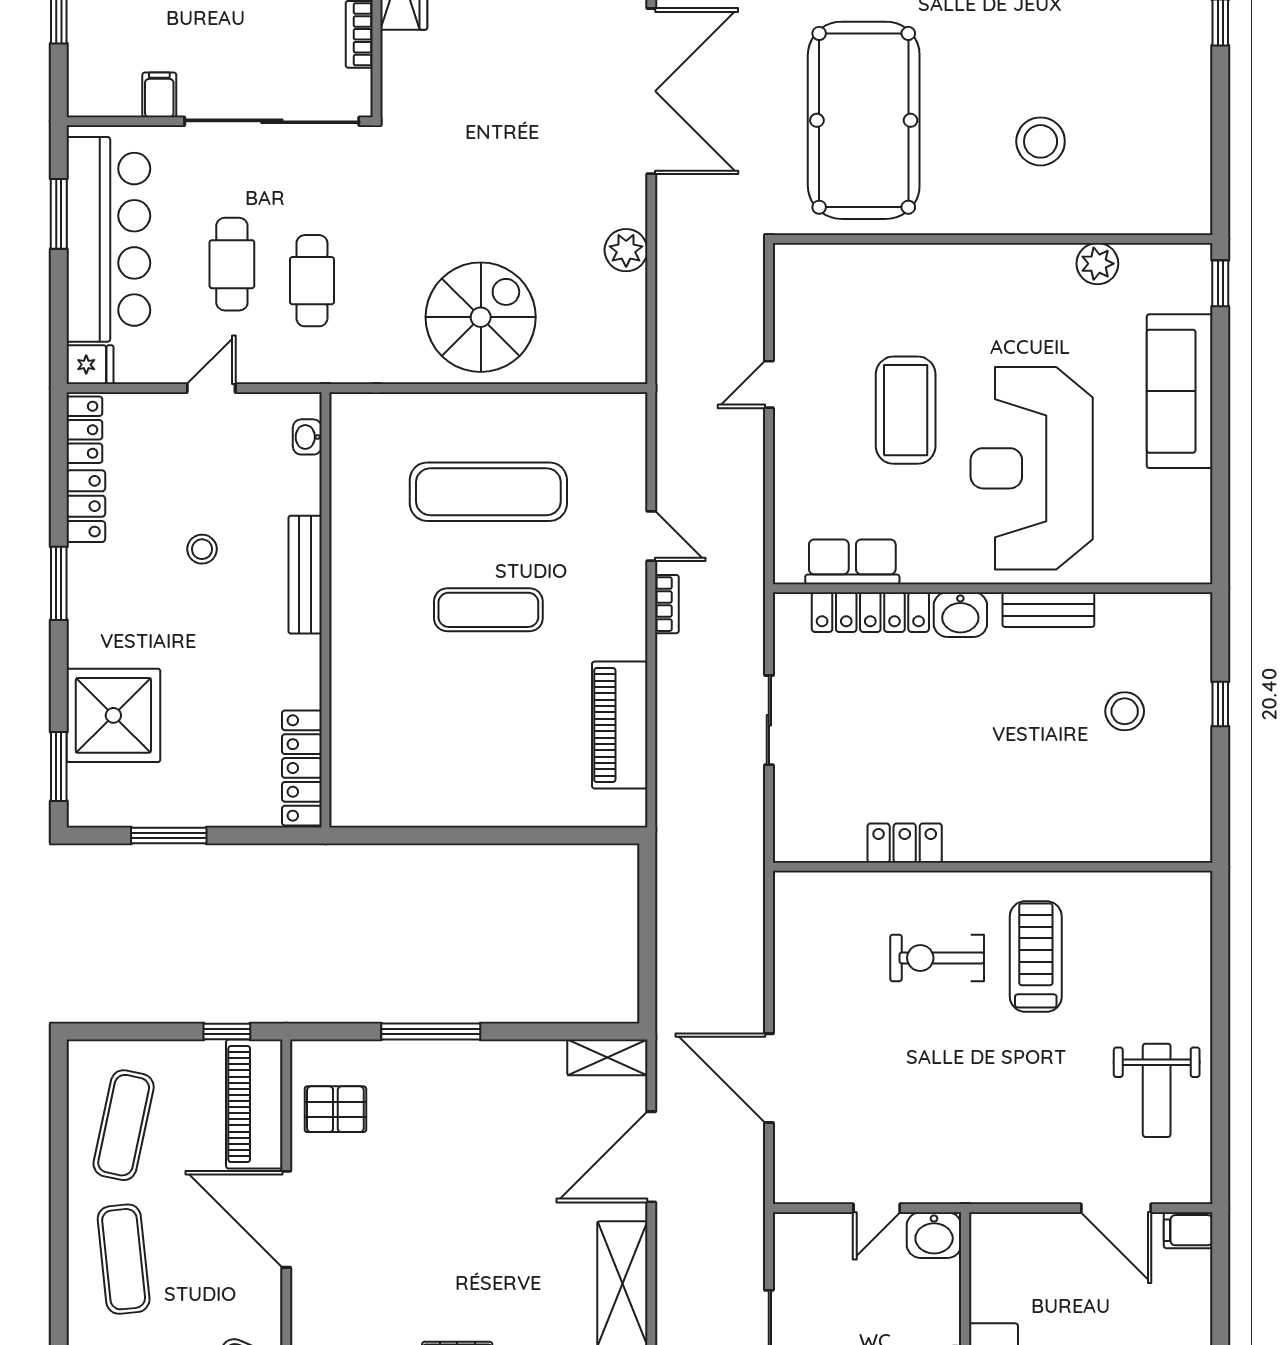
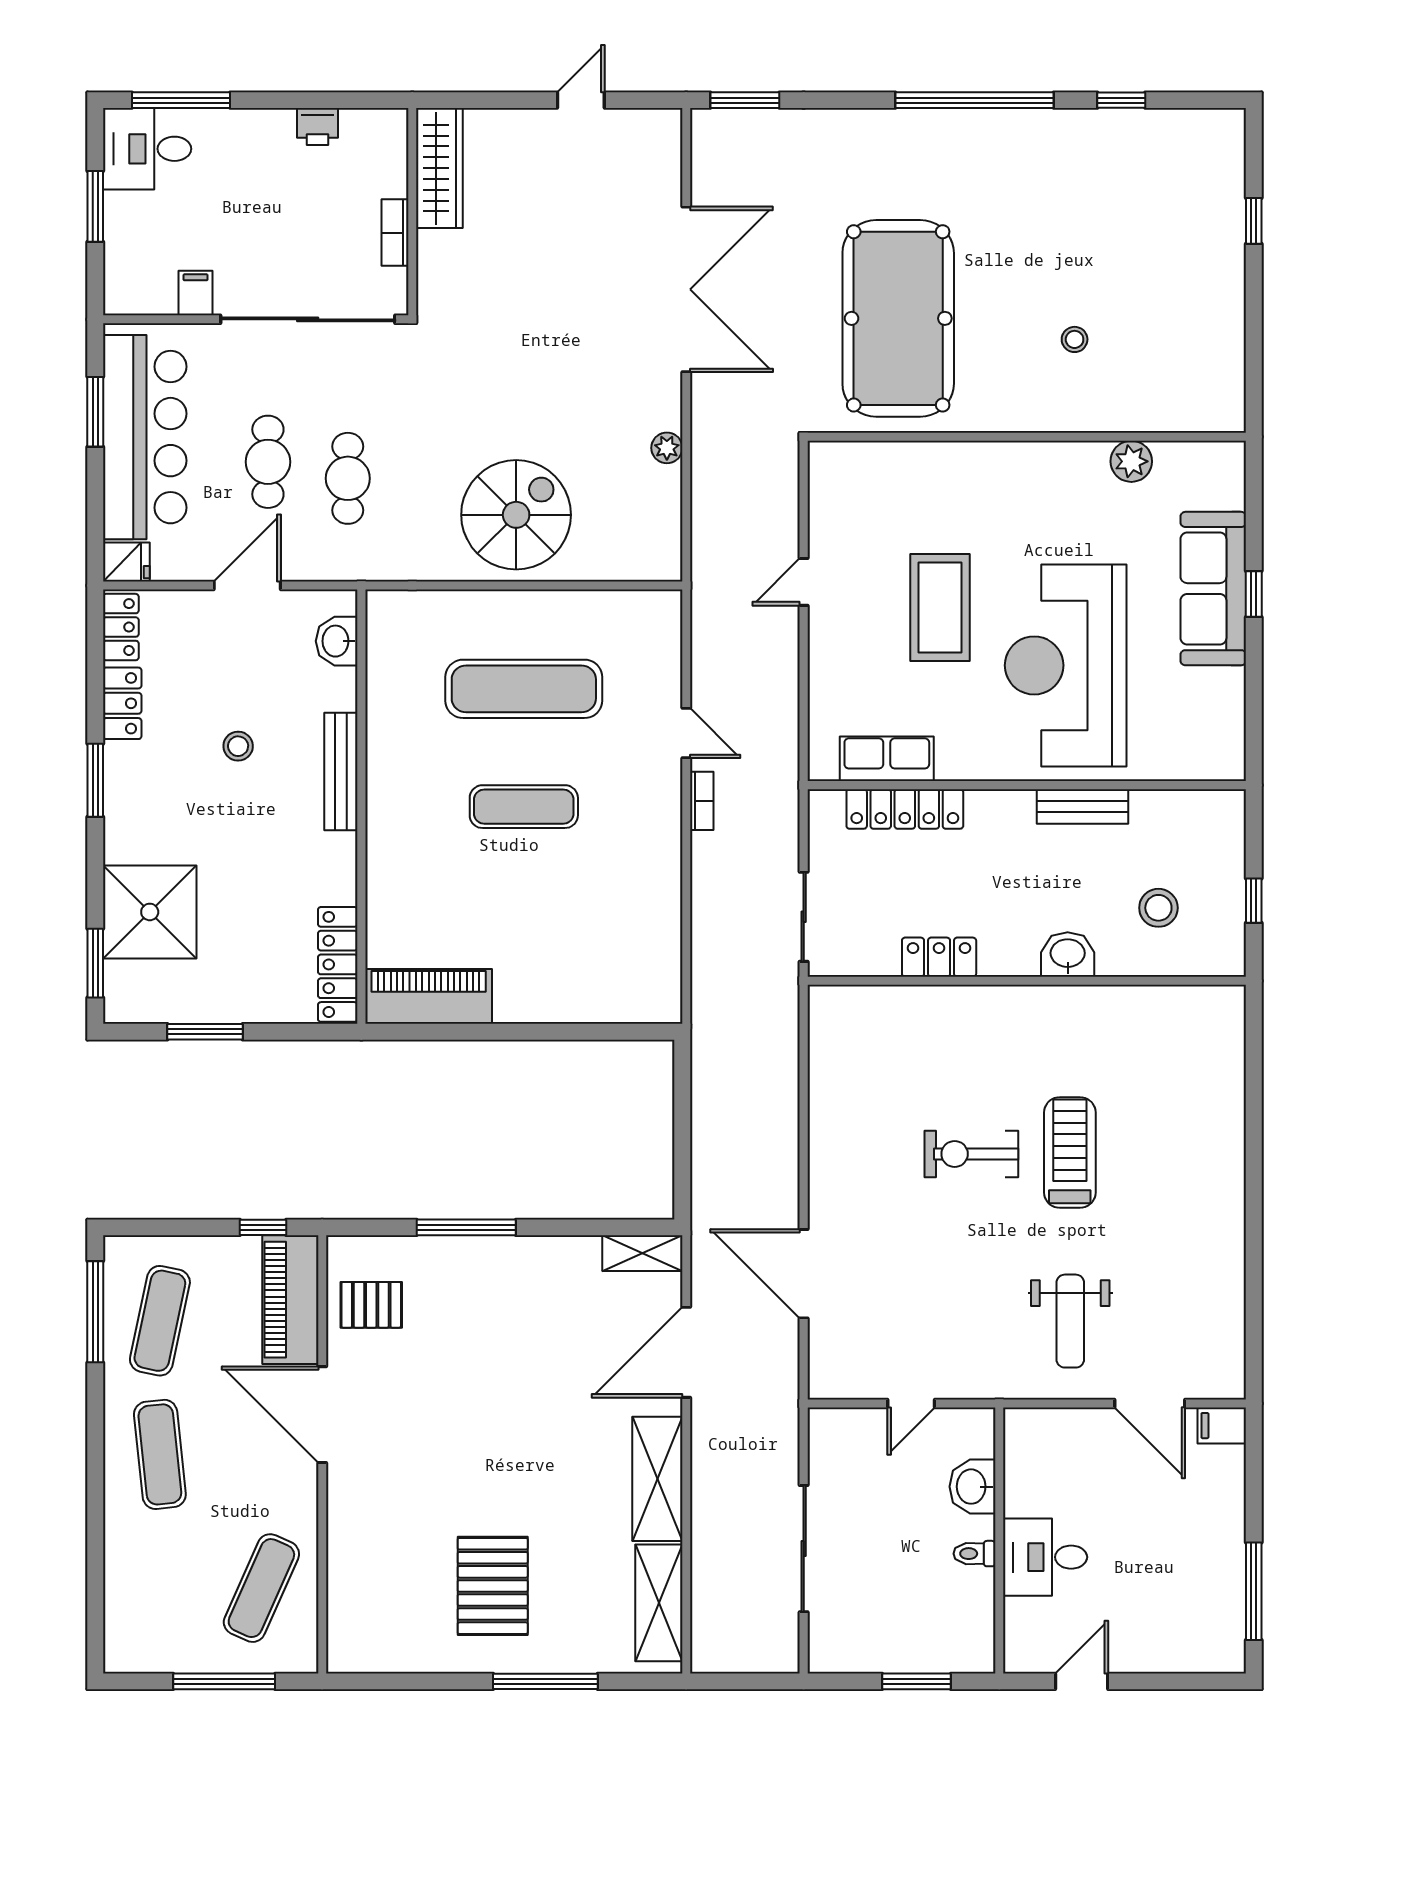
stool: (1041, 141) -> (1075, 339), width x0.53, depth x0.53
plant: (626, 250) -> (667, 448), width x0.73, depth x0.73
window: (1220, 283) -> (1254, 594), moved
door: (211, 388) -> (247, 585), width x1.38
washbasin: (307, 437) -> (337, 641), width x1.38, depth x1.45
washbasin: (960, 615) -> (1068, 954), moved, turned 180
piano: (620, 725) -> (429, 996), moved, turned 90
locker: (905, 843) -> (939, 957), moved
wall: (993, 867) -> (1027, 981), moved
weight bench: (1157, 1090) -> (1070, 1321), moved
window: (59, 1116) -> (95, 1312), added
washbasin: (934, 1235) -> (972, 1487), moved, turned 90

